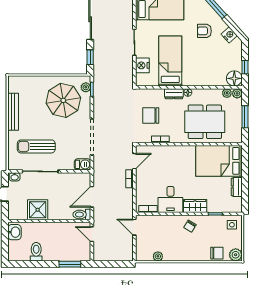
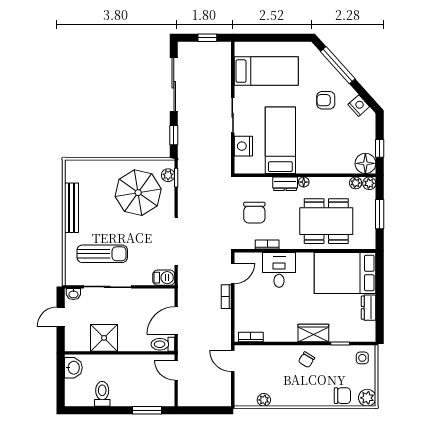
chair: (151, 116) -> (254, 213), turned -90
sun lounger: (36, 146) -> (102, 254), turned 180
desk: (170, 200) -> (279, 270), moved, turned 180

